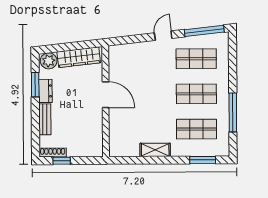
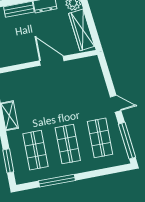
door: (106, 95) -> (52, 61), swing flipped

